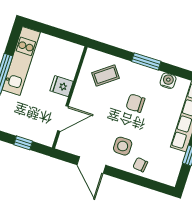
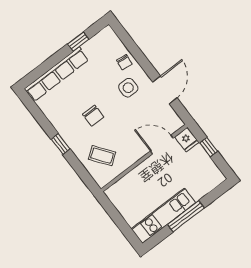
window: (146, 61) -> (60, 144), width x0.67
water cooler: (168, 81) -> (53, 116), removed
fridge: (62, 86) -> (187, 140), moved

